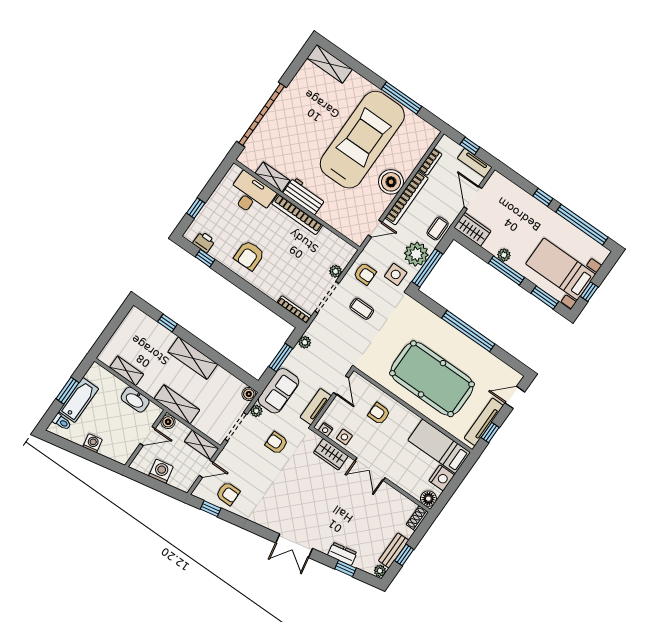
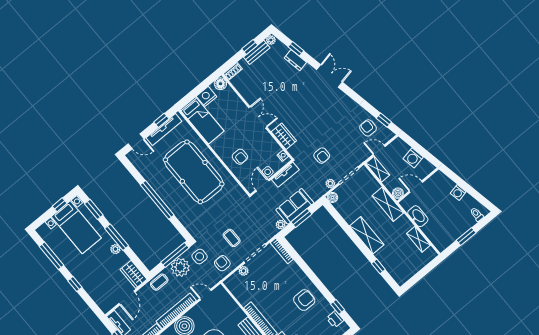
window: (582, 225) -> (52, 256), width x0.68
sofa: (279, 391) -> (295, 206), moved
bathtub: (79, 400) -> (460, 227), removed
side table: (344, 437) -> (268, 172), moved

